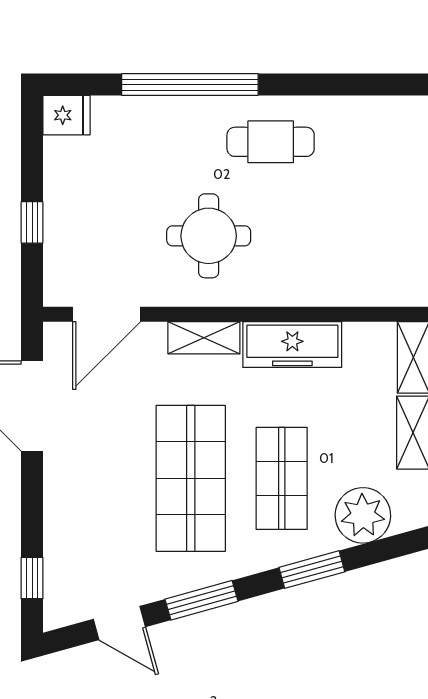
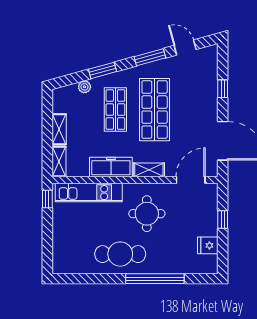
fridge: (66, 115) -> (208, 245), moved
cafe table: (271, 142) -> (120, 254), width x1.37, depth x1.35
kitchen unit: (344, 285) -> (89, 193), added
plant: (363, 515) -> (84, 87), width x0.53, depth x0.53
window: (32, 578) -> (223, 89), moved

